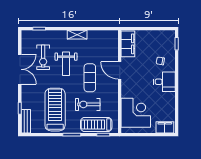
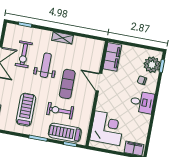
plant: (167, 44) -> (152, 65), added
weight bench: (66, 64) -> (46, 65), turned 180
treadmill: (55, 110) -> (26, 110), width x0.73, depth x0.73

